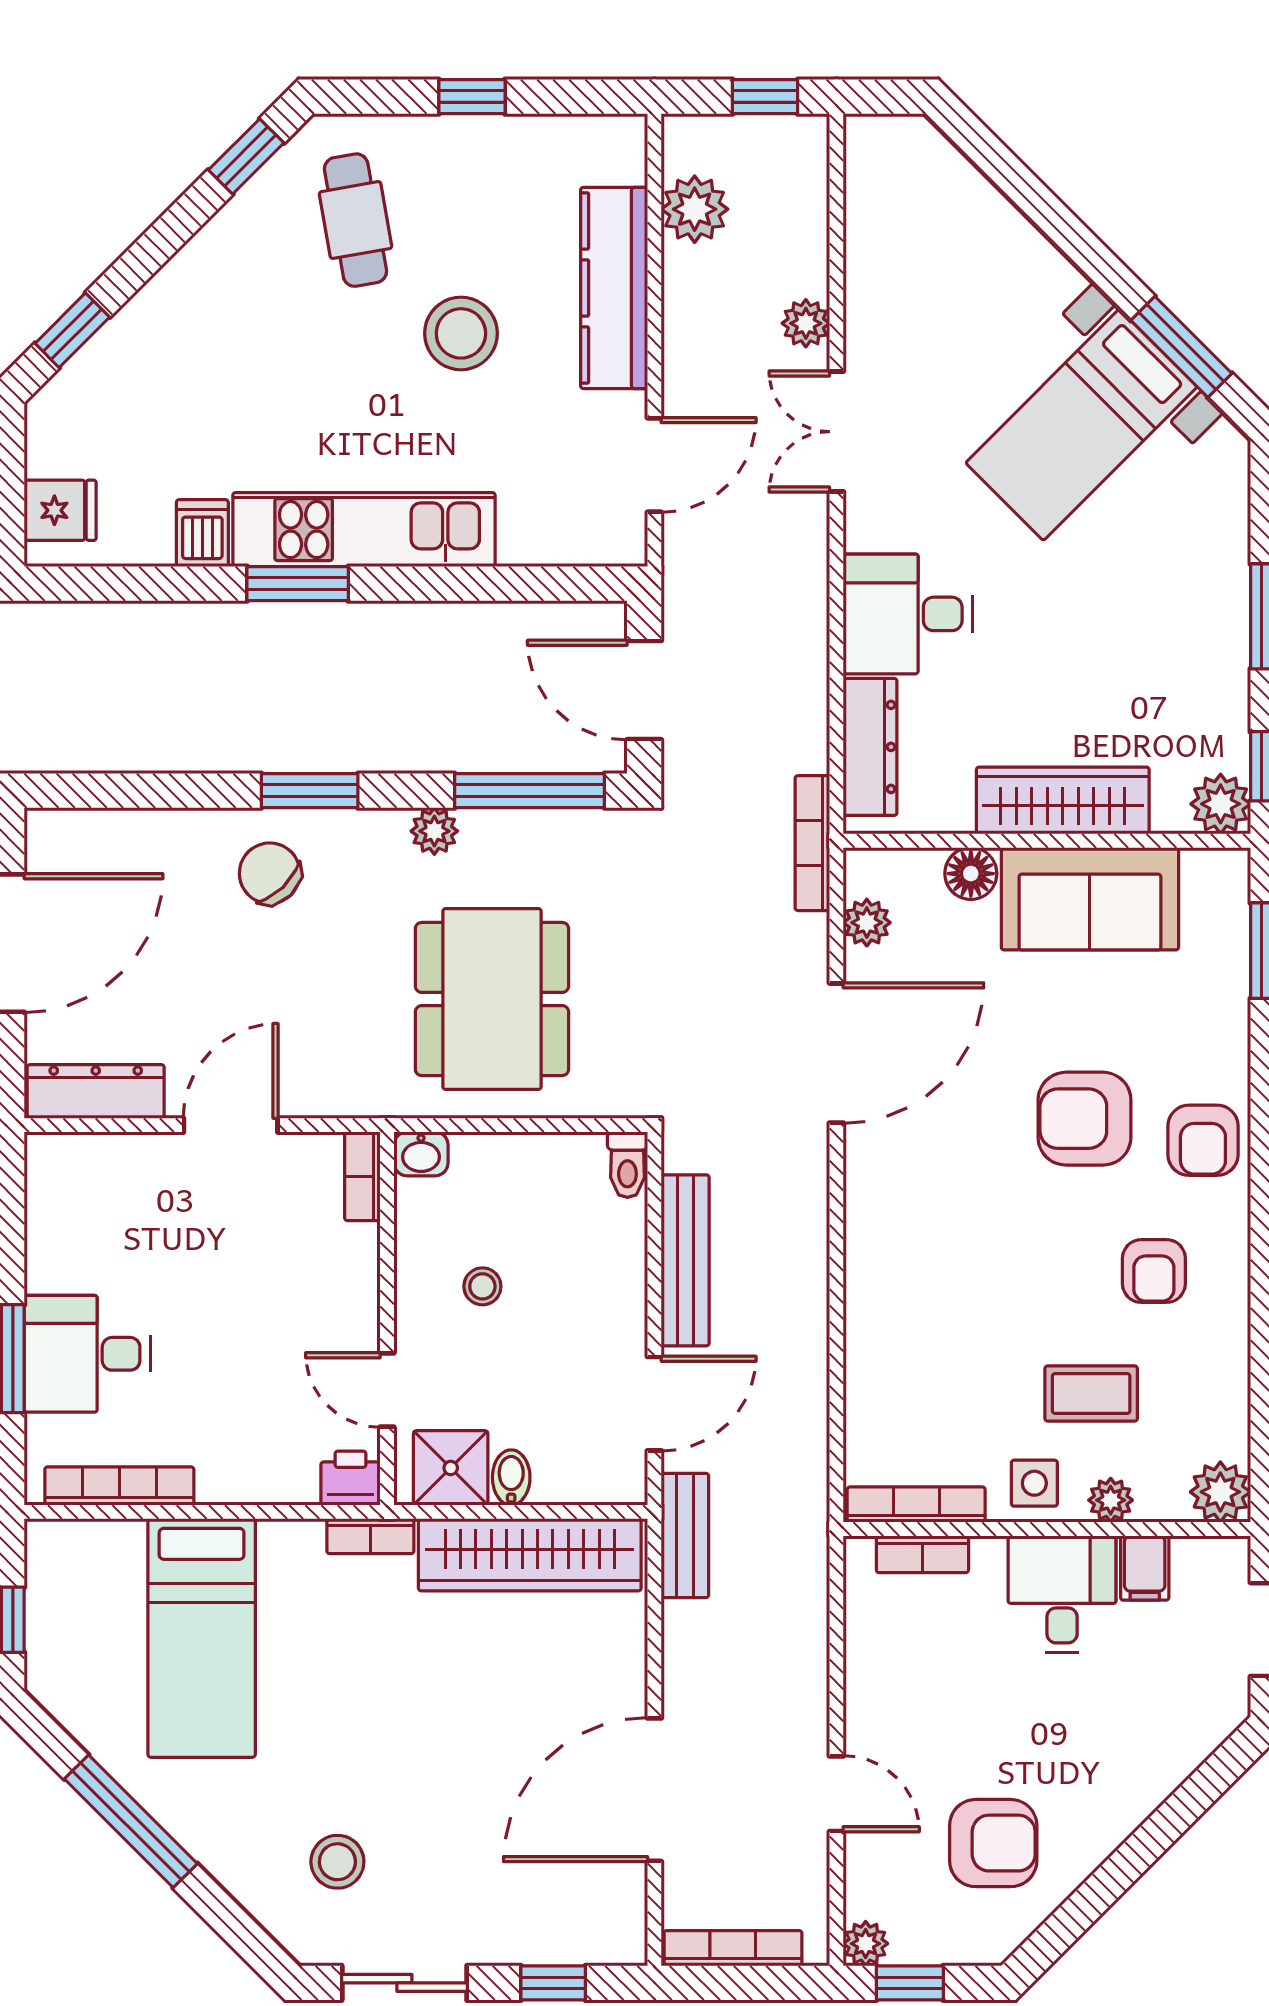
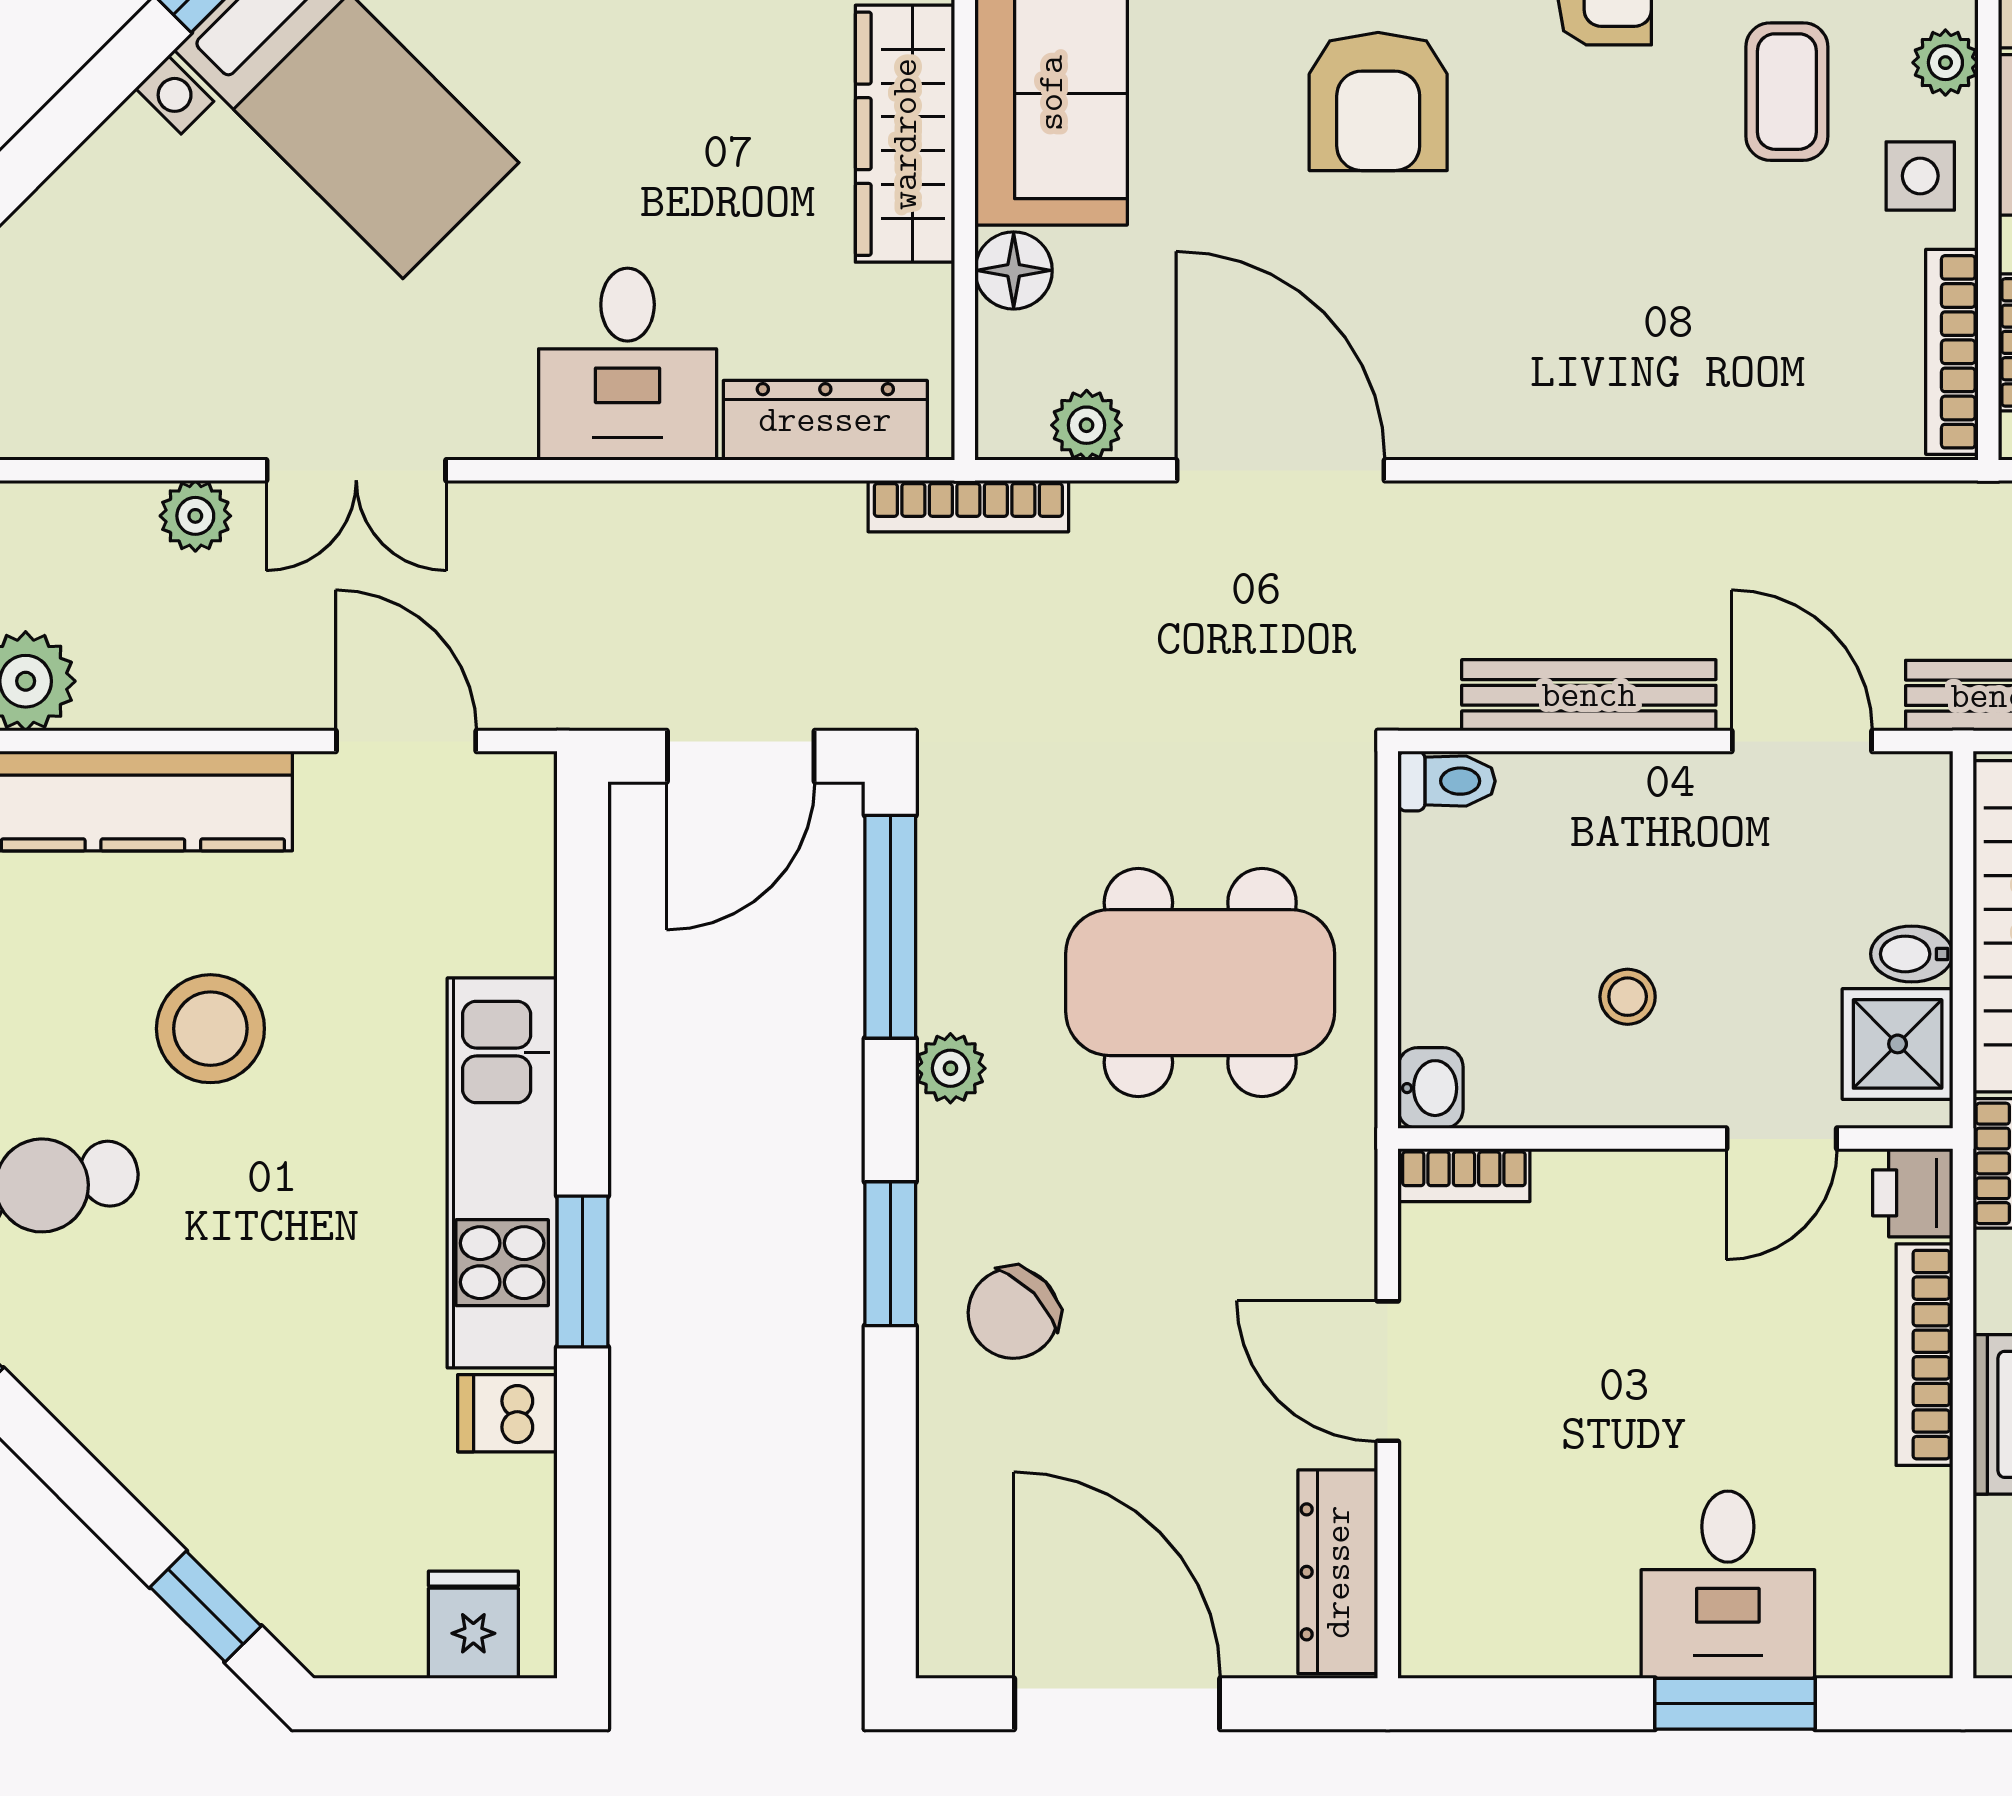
bookcase: (119, 1486) -> (1924, 1355), moved

